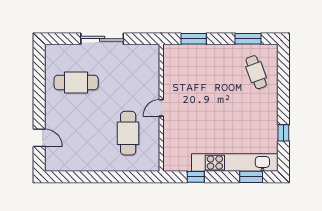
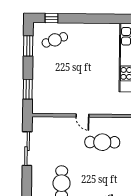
sliding door: (102, 39) -> (27, 149), moved
window: (283, 133) -> (51, 18), moved

